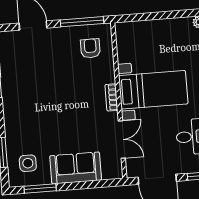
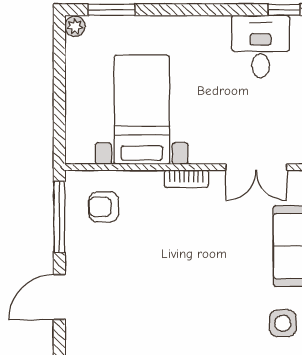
bed with nightstands: (153, 90) -> (142, 110), moved
double door: (122, 139) -> (256, 167), swing flipped

